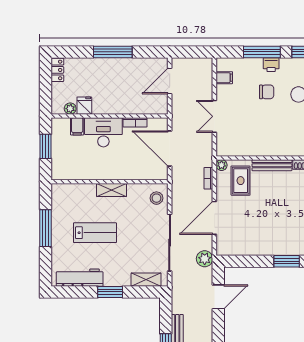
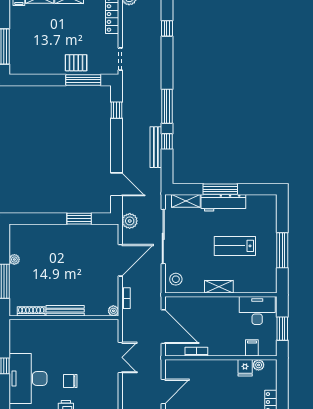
filing cabinet: (224, 78) -> (111, 395), removed
desk: (103, 132) -> (257, 310), moved, turned 180
rug: (241, 181) -> (95, 296), removed
window: (287, 261) -> (79, 219), moved
workbench: (80, 278) -> (223, 203), moved
window: (110, 292) -> (220, 189), width x1.44
door: (218, 297) -> (117, 184), swing flipped

